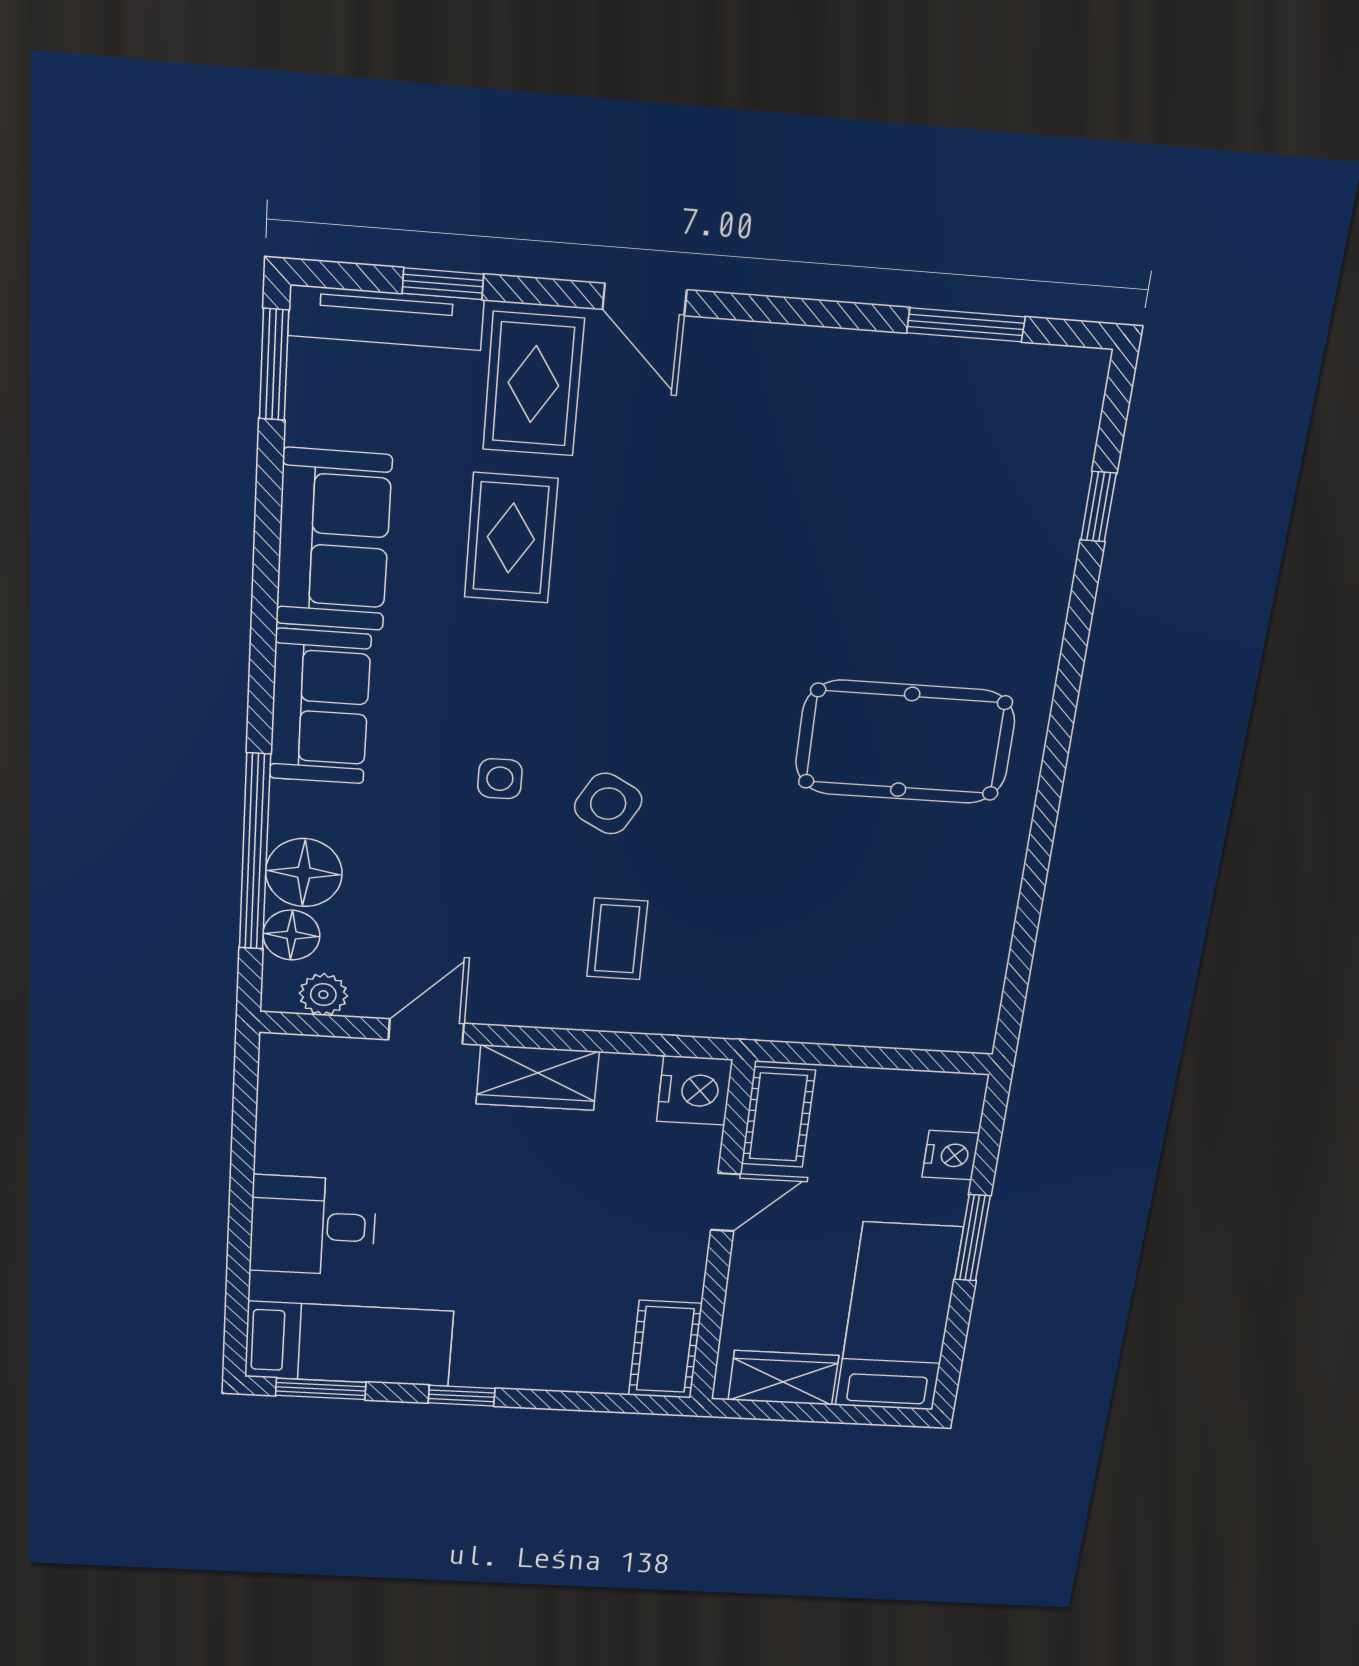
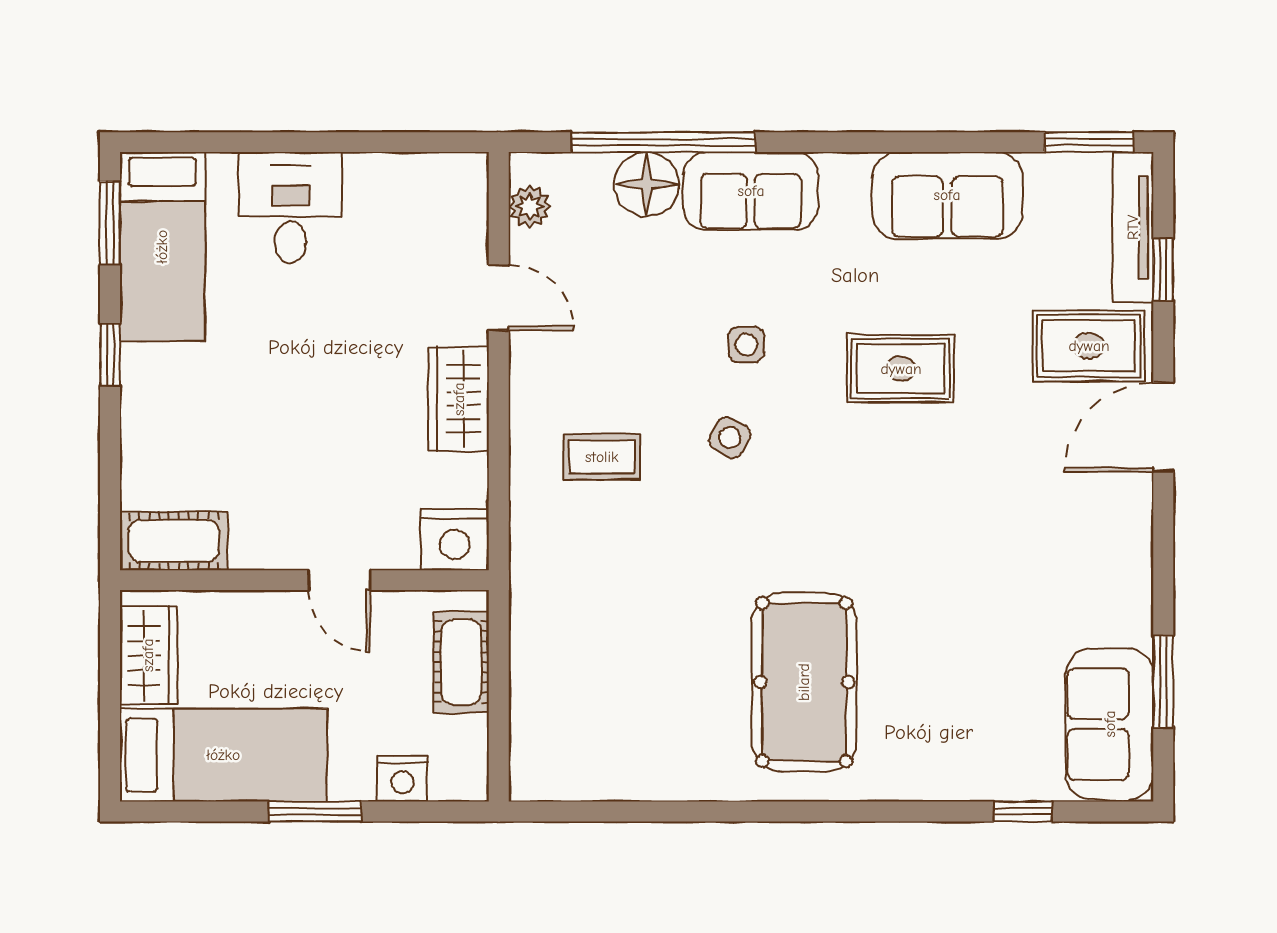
door: (645, 300) -> (1163, 427), width x1.38
sofa: (1009, 395) -> (1110, 724), added
rug: (511, 538) -> (901, 369), moved
sofa: (320, 707) -> (751, 191), moved
side table: (608, 804) -> (730, 438), width x0.73, depth x0.73
floor lamp: (291, 935) -> (586, 176), removed
cot: (778, 1117) -> (461, 662), moved, turned 90

